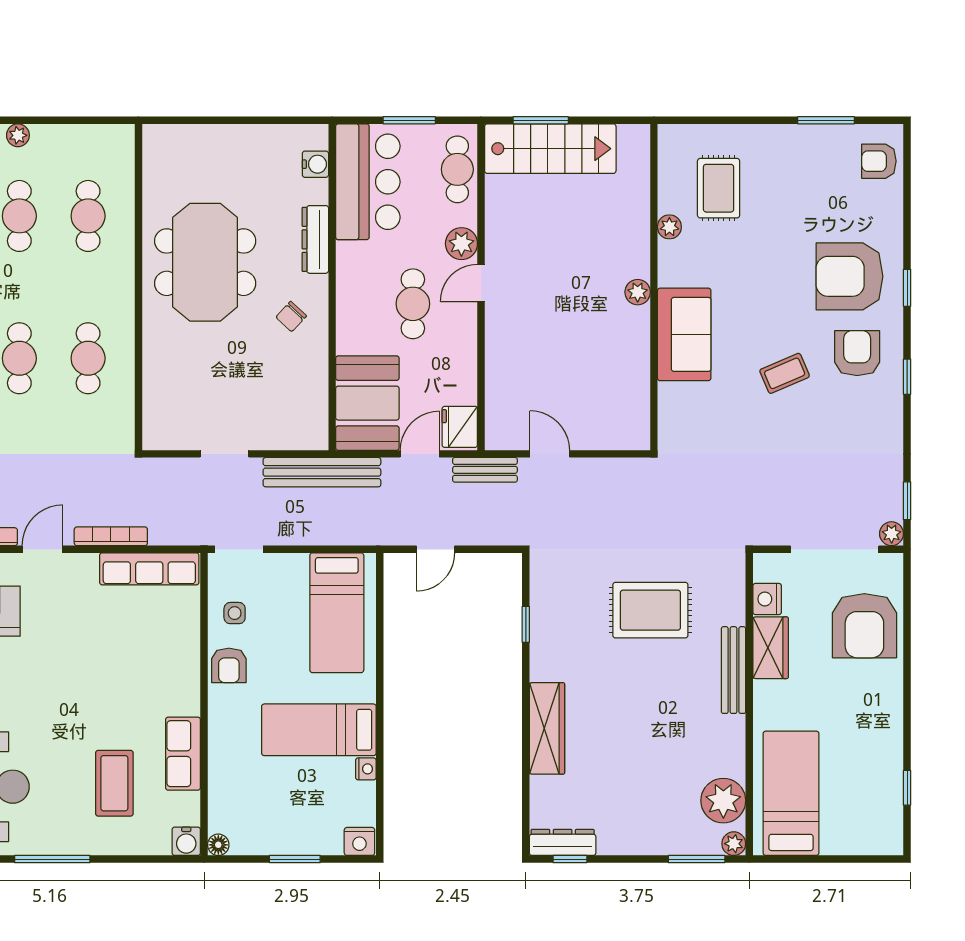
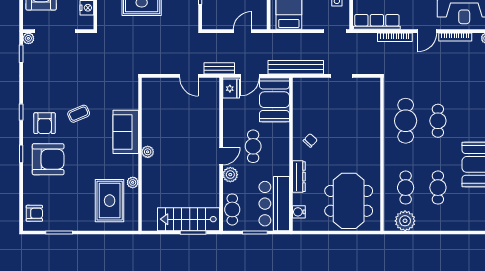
plant: (18, 135) -> (405, 221), moved, width x1.88, depth x1.88
rug: (719, 188) -> (110, 201), width x1.36, depth x1.43
meeting table: (205, 262) -> (349, 201), moved
cafe table: (88, 358) -> (406, 121), width x1.37, depth x1.35

